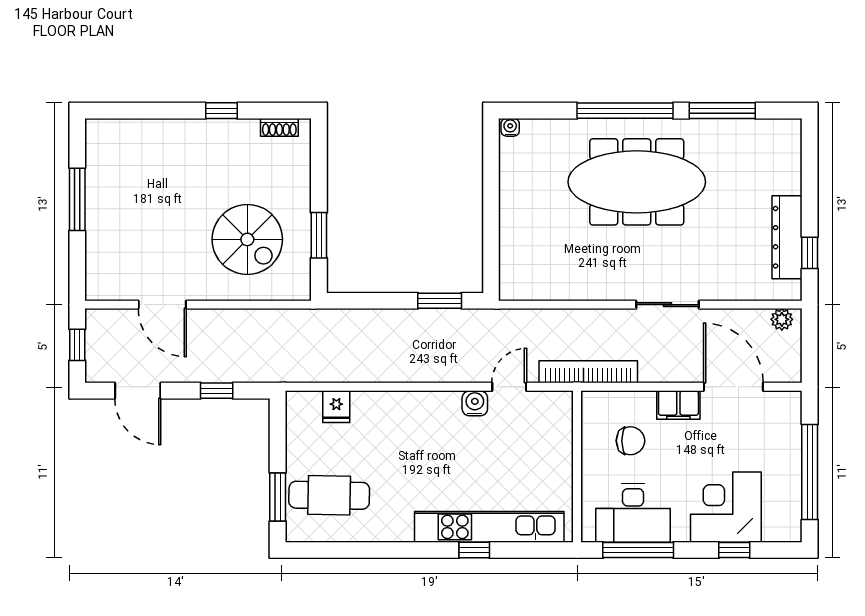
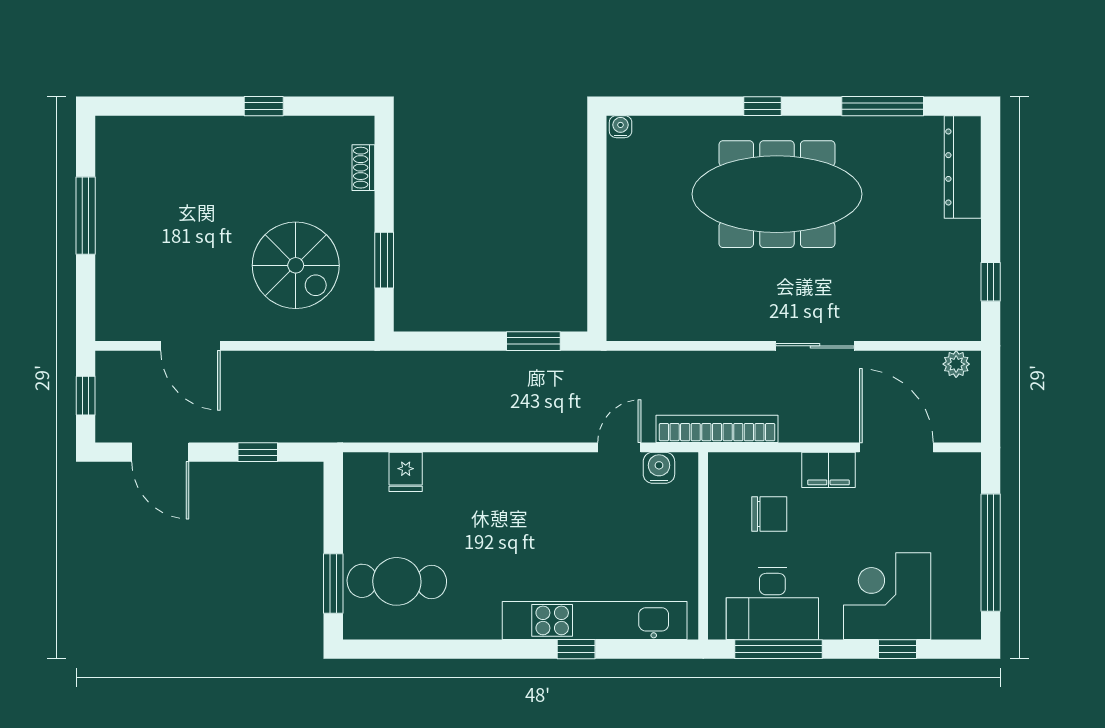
window: (625, 111) -> (762, 106), width x0.32
shoe rack: (279, 127) -> (363, 168), moved, turned 90
dresser: (787, 237) -> (963, 167), moved
water cooler: (475, 403) -> (659, 468), moved

